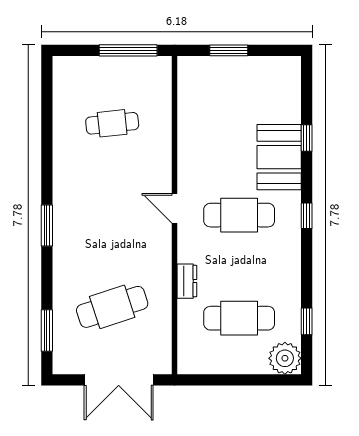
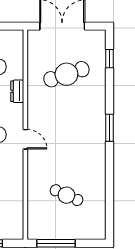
cafe table: (112, 123) -> (66, 195), turned 30
window: (47, 331) -> (109, 59), width x0.67

